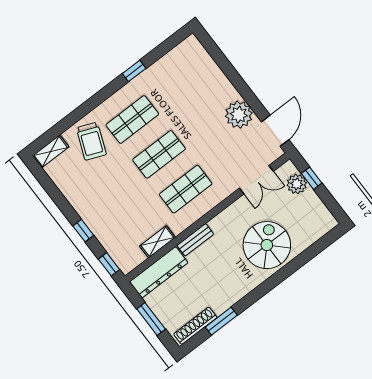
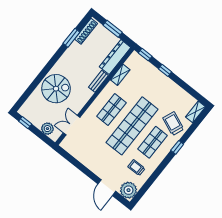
window: (134, 71) -> (177, 147), moved
trolley: (169, 85) -> (136, 168), added
plant: (239, 115) -> (128, 190), moved
door: (275, 131) -> (107, 188), moved
shop shelf: (159, 154) -> (132, 126), width x2.00, depth x1.36
window: (312, 178) -> (25, 123), moved
spiral stairs: (267, 245) -> (56, 89), turned -90

